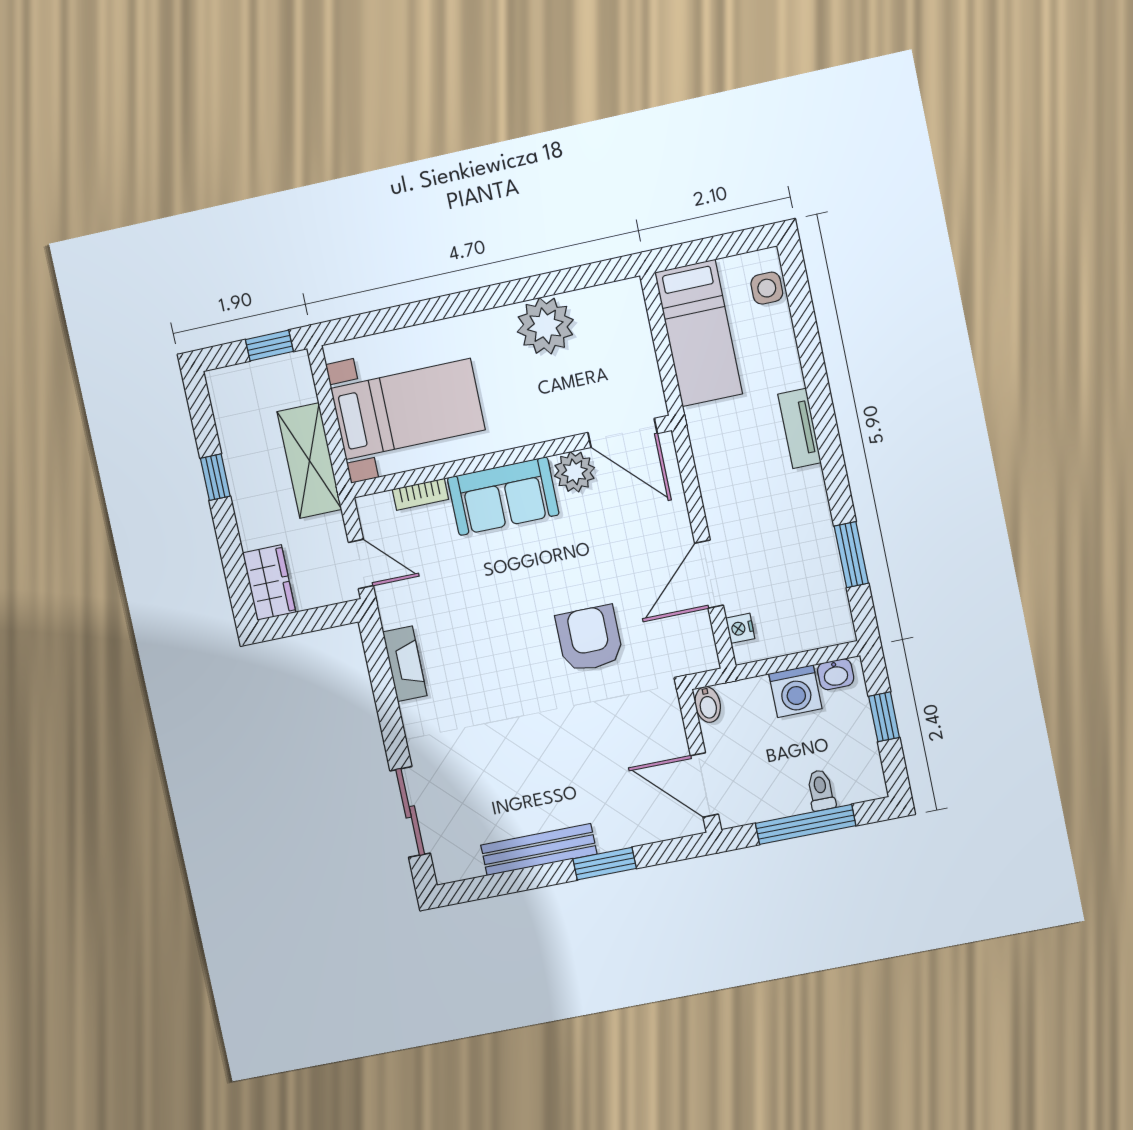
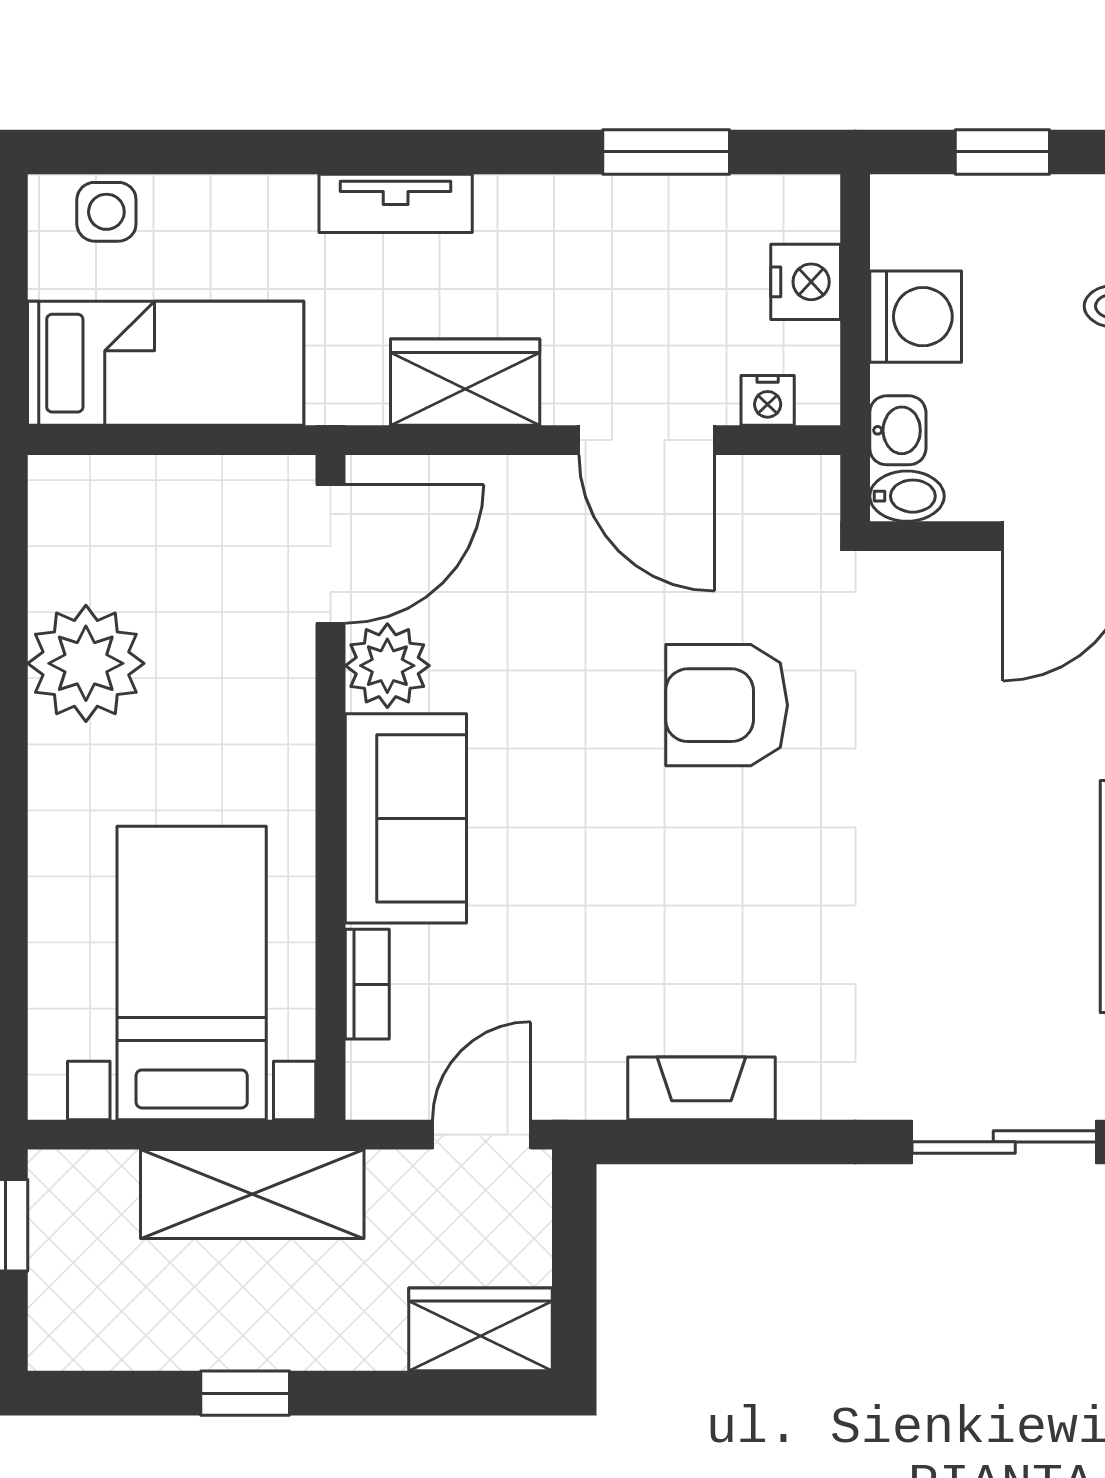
wardrobe: (719, 481) -> (465, 382), added
nightstand: (802, 635) -> (806, 282), added
washbasin: (836, 674) -> (898, 430), moved

